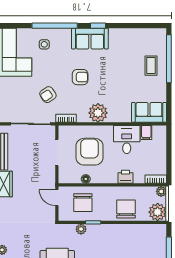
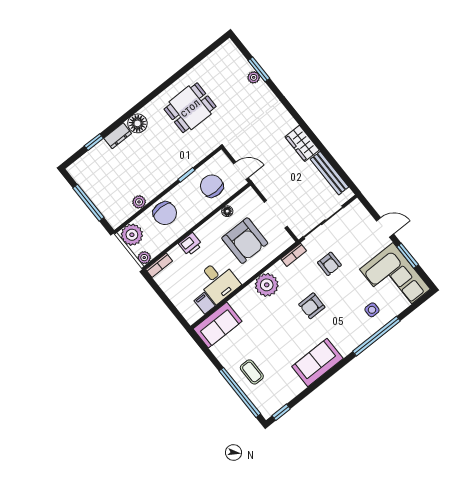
window: (98, 26) -> (281, 412), moved
sofa: (90, 39) -> (317, 363), moved
armchair: (48, 95) -> (329, 264), turned 124
plant: (81, 229) -> (139, 202), moved

